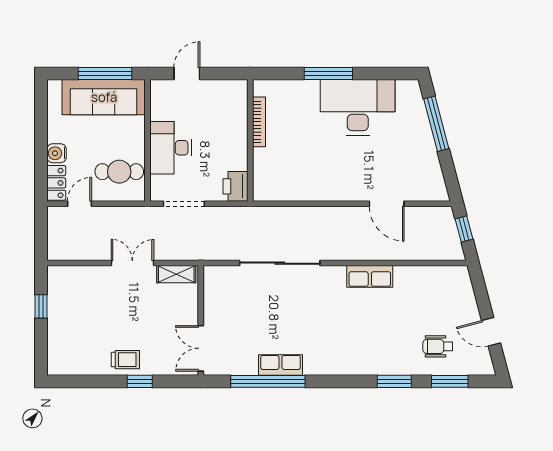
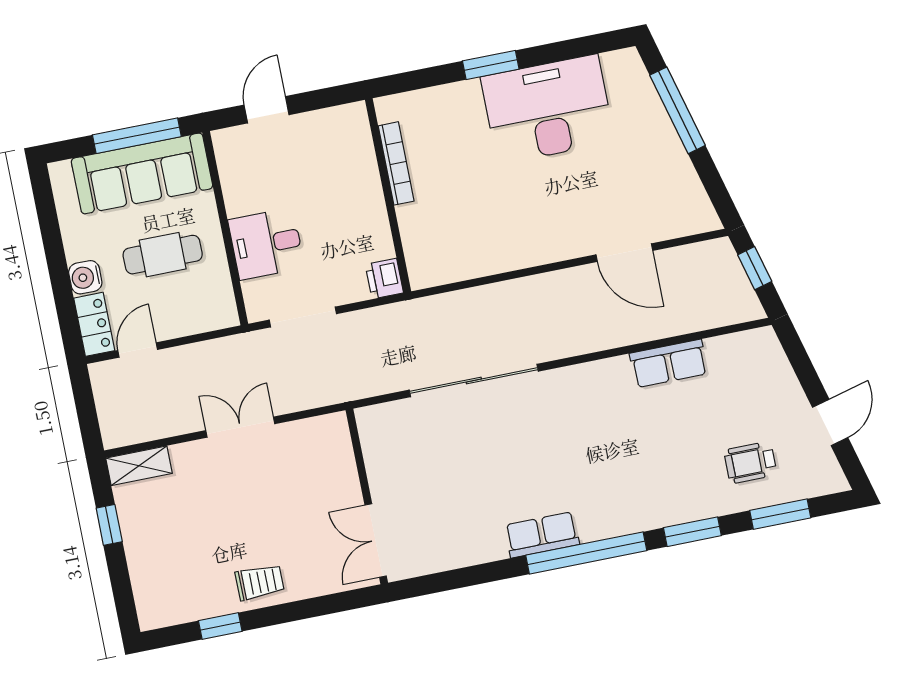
window: (328, 74) -> (491, 65), width x0.69
desk: (170, 148) -> (266, 244), width x0.73
cafe table: (119, 172) -> (163, 255), moved
printer: (235, 186) -> (384, 279), width x0.73, depth x0.81
shelving: (176, 274) -> (139, 466), moved
row of seats: (370, 276) -> (669, 364), moved
door: (491, 332) -> (830, 422), swing flipped
row of seats: (281, 365) -> (542, 535), moved
window: (140, 381) -> (220, 626), moved
window: (268, 381) -> (586, 553), moved

